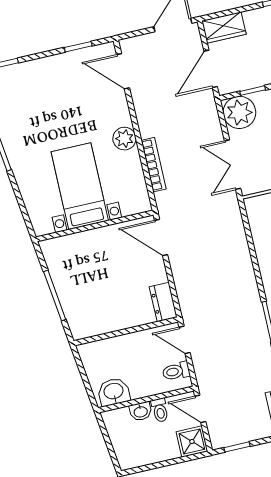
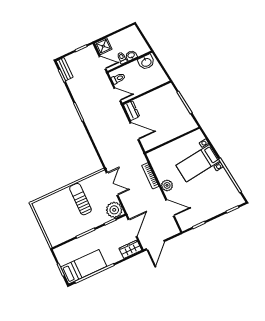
door: (123, 71) -> (170, 208), moved
bed with nightstands: (80, 186) -> (198, 163), moved, turned 83
door: (161, 238) -> (134, 131), moved

